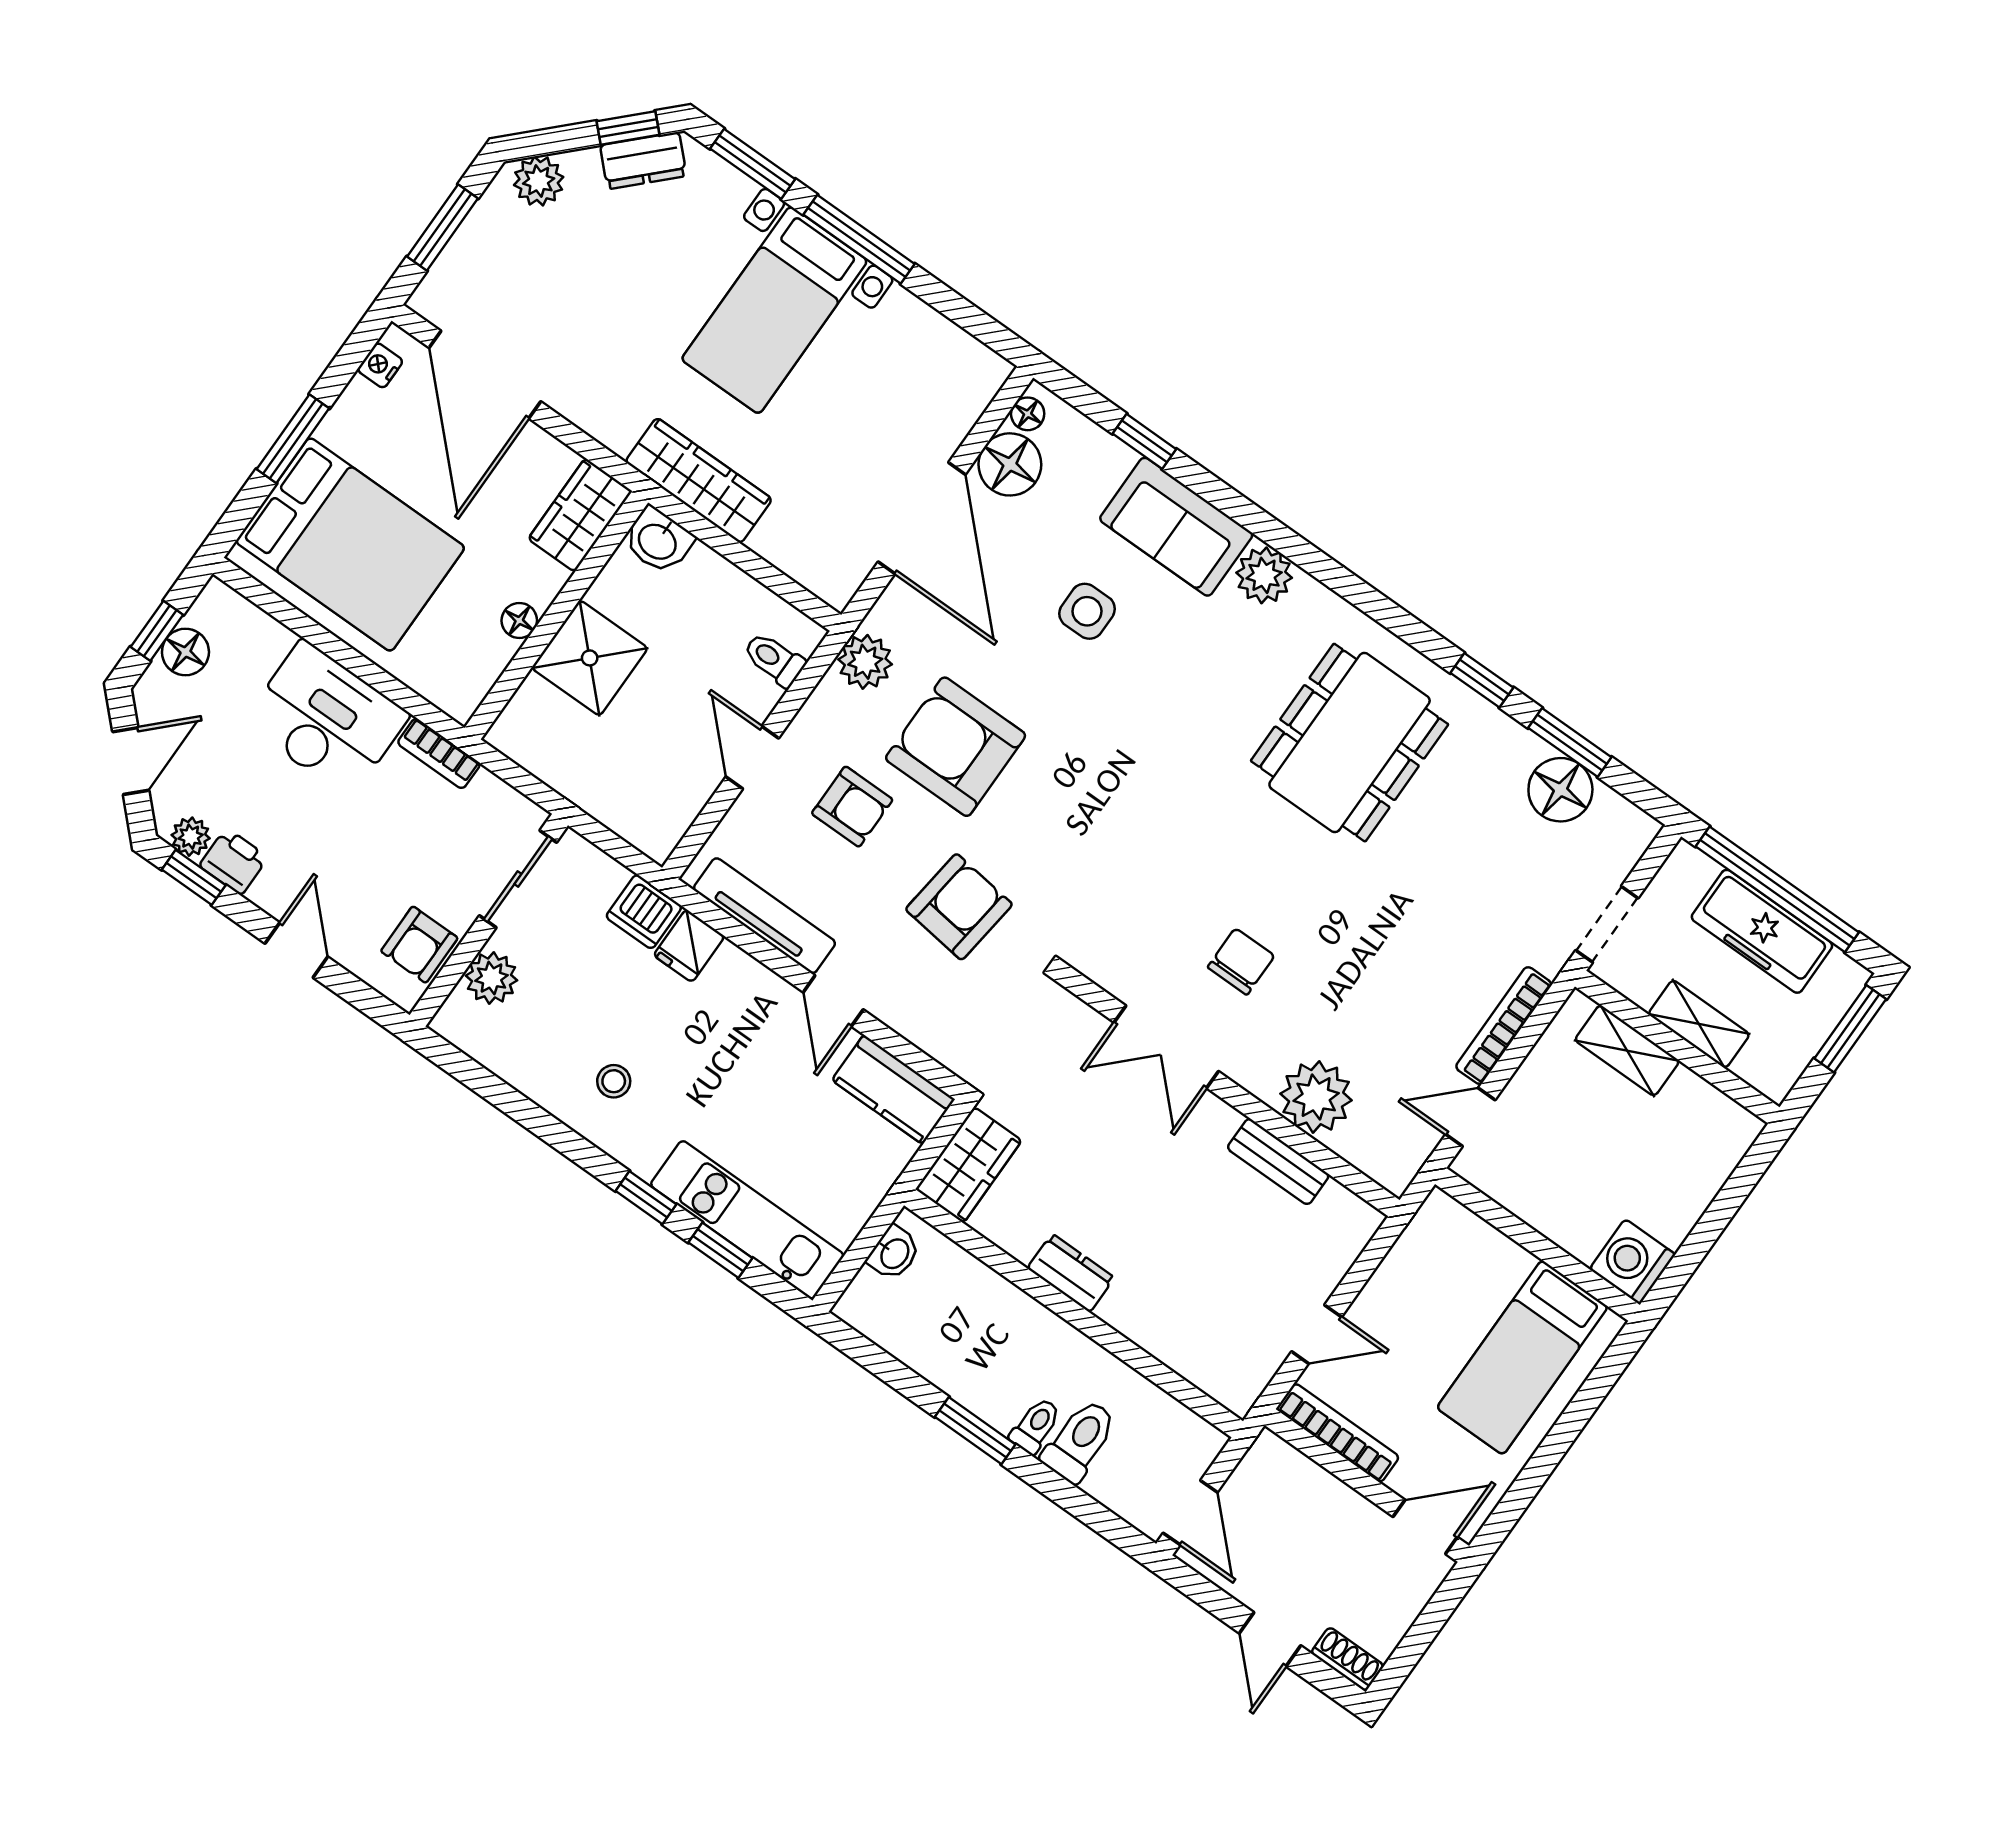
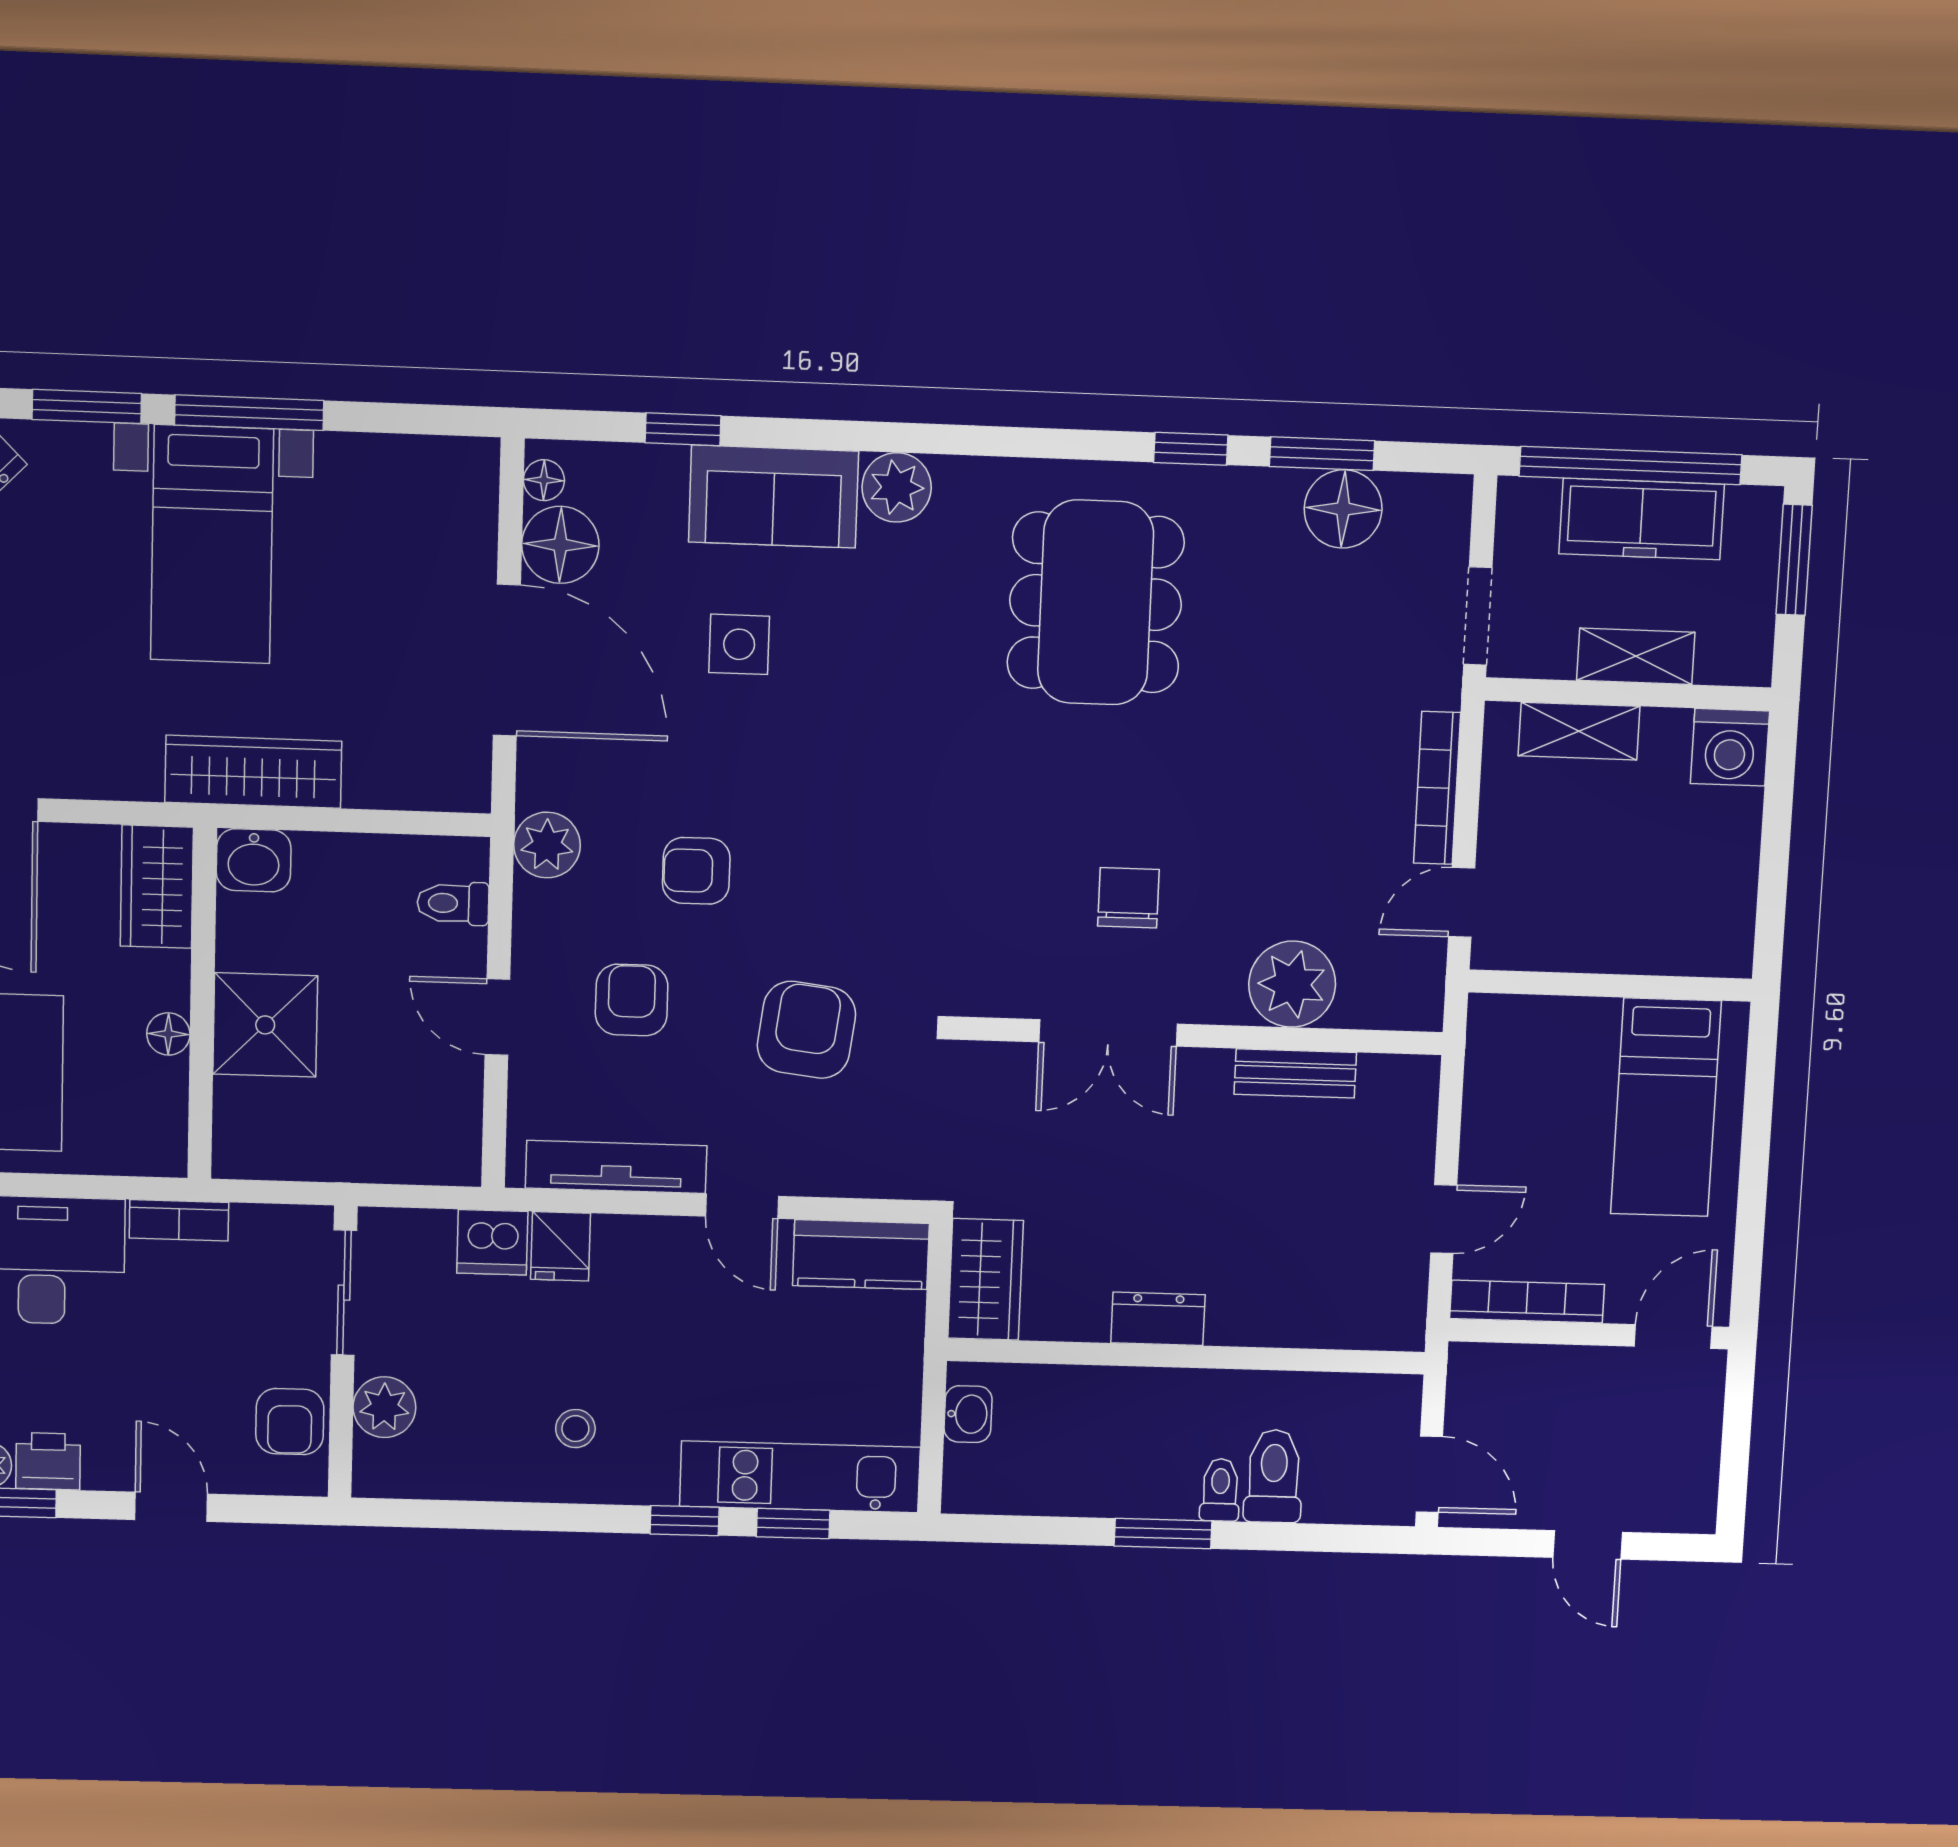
armchair: (956, 747) -> (696, 871), width x0.53, depth x0.53
armchair: (852, 807) -> (632, 1000), turned -90
washing machine: (1632, 1262) -> (1730, 747), moved, turned -90
shoe rack: (1347, 1659) -> (1677, 1514), removed

